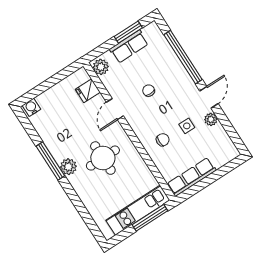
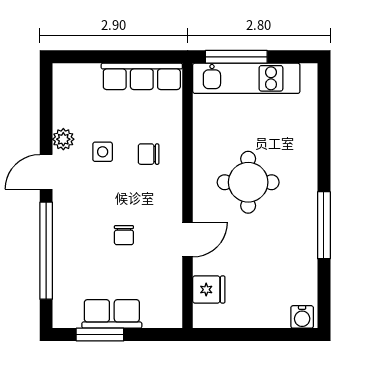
plant: (101, 67) -> (169, 311), removed
plant: (68, 167) -> (304, 201), removed

